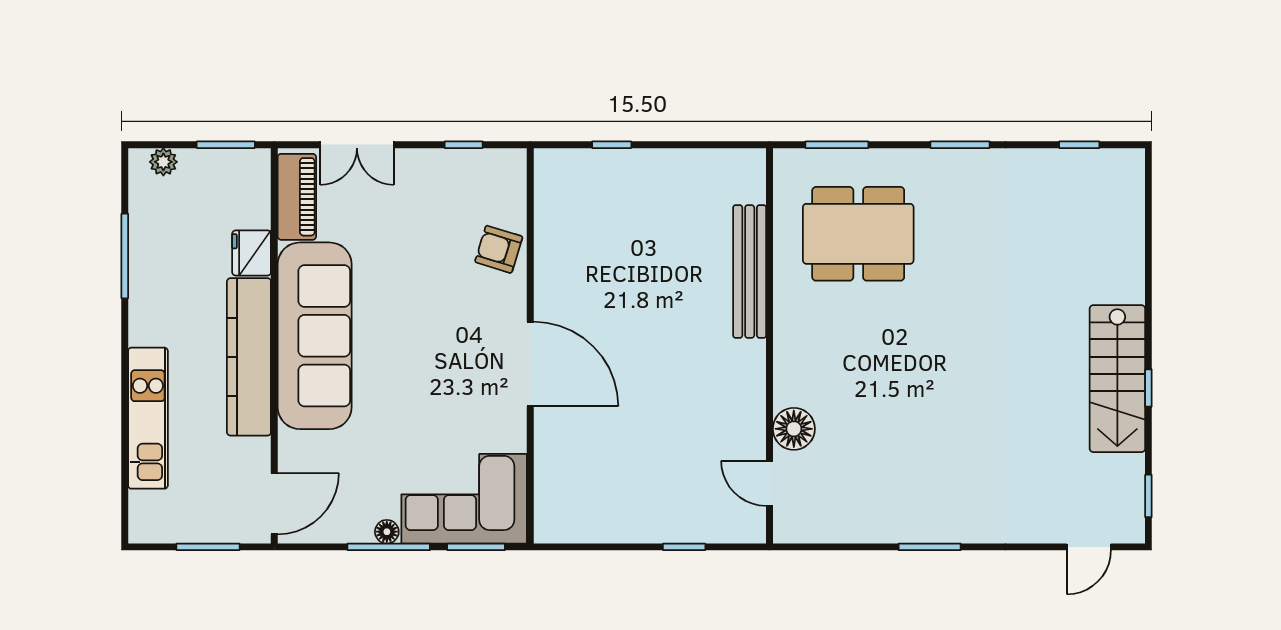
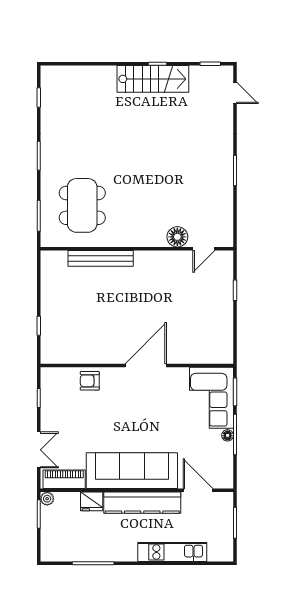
plant: (163, 162) -> (47, 499), moved
armchair: (499, 249) -> (90, 381), turned 73
door: (274, 504) -> (198, 490), moved

